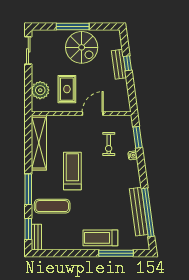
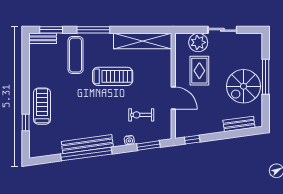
sliding door: (28, 50) -> (222, 30), moved
window: (128, 63) -> (192, 140), moved
bench: (119, 64) -> (239, 124), moved
rug: (67, 89) -> (199, 71), turned 90
bench: (139, 212) -> (87, 144), moved
window: (148, 212) -> (86, 154), moved
window: (116, 253) -> (26, 123), width x0.46

